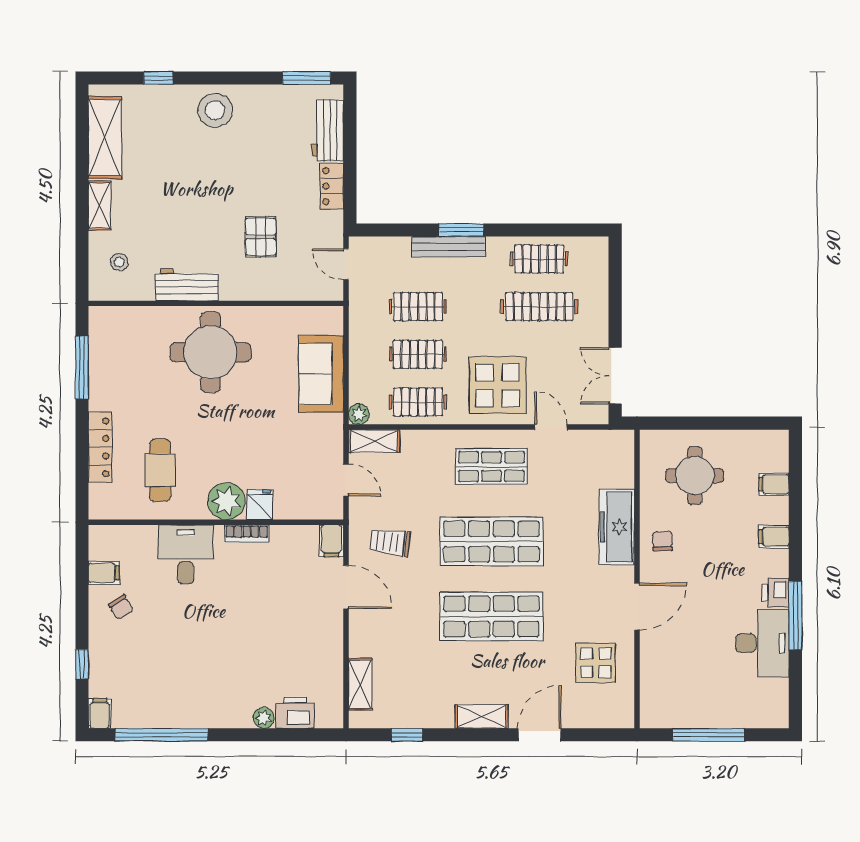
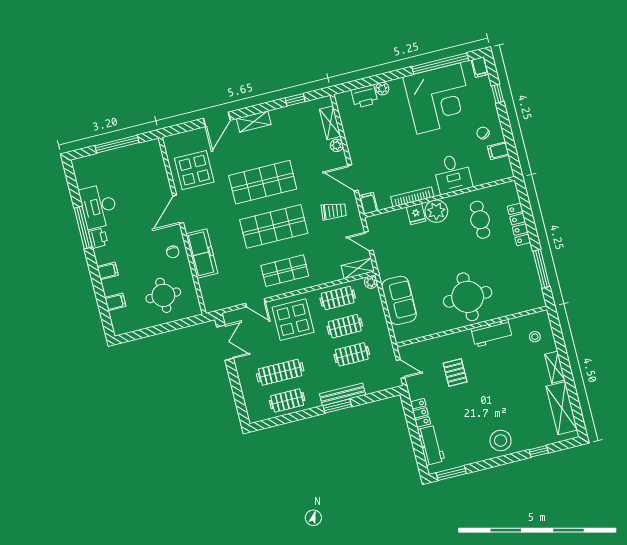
bookcase: (247, 534) -> (412, 197), width x1.56
plant: (359, 646) -> (337, 145), added
display table: (596, 663) -> (194, 170), width x1.36, depth x1.36
corner desk: (178, 680) -> (439, 99), added

